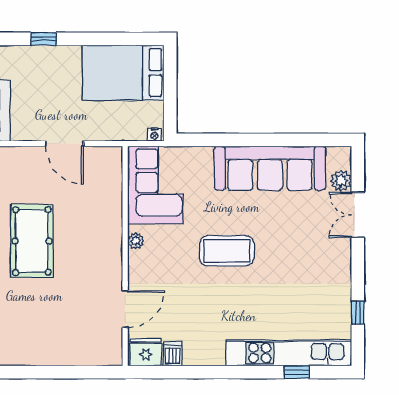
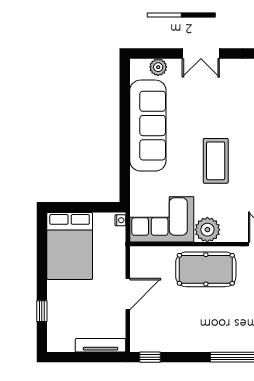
double door: (358, 215) -> (201, 53), moved
pool table: (32, 241) -> (206, 269), moved
plant: (136, 241) -> (207, 230), width x1.87, depth x1.87

